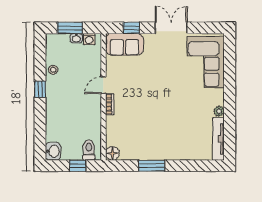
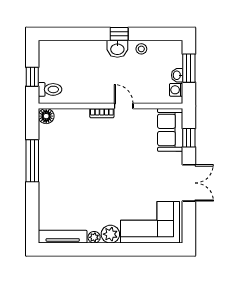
plant: (216, 97) -> (110, 234), added
washbasin: (53, 151) -> (117, 49), moved
window: (152, 166) -> (32, 161), width x1.44

